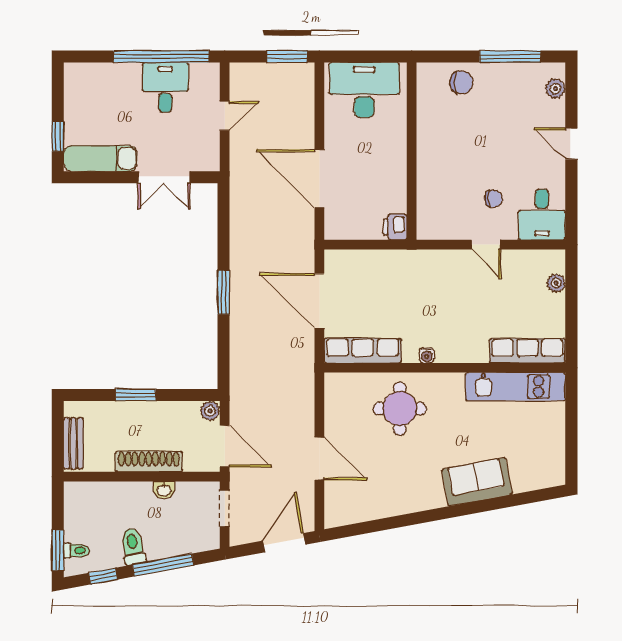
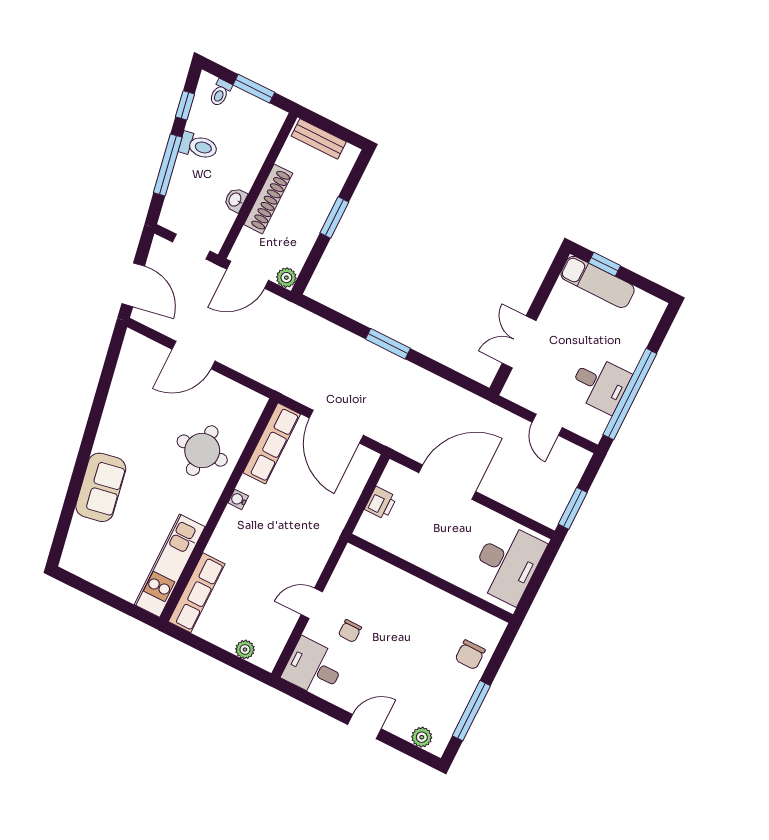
exam couch: (100, 158) -> (597, 282), moved, turned 90
printer: (395, 227) -> (381, 503), moved, turned 90
door: (319, 301) -> (336, 427), swing flipped
window: (58, 550) -> (254, 89), moved

